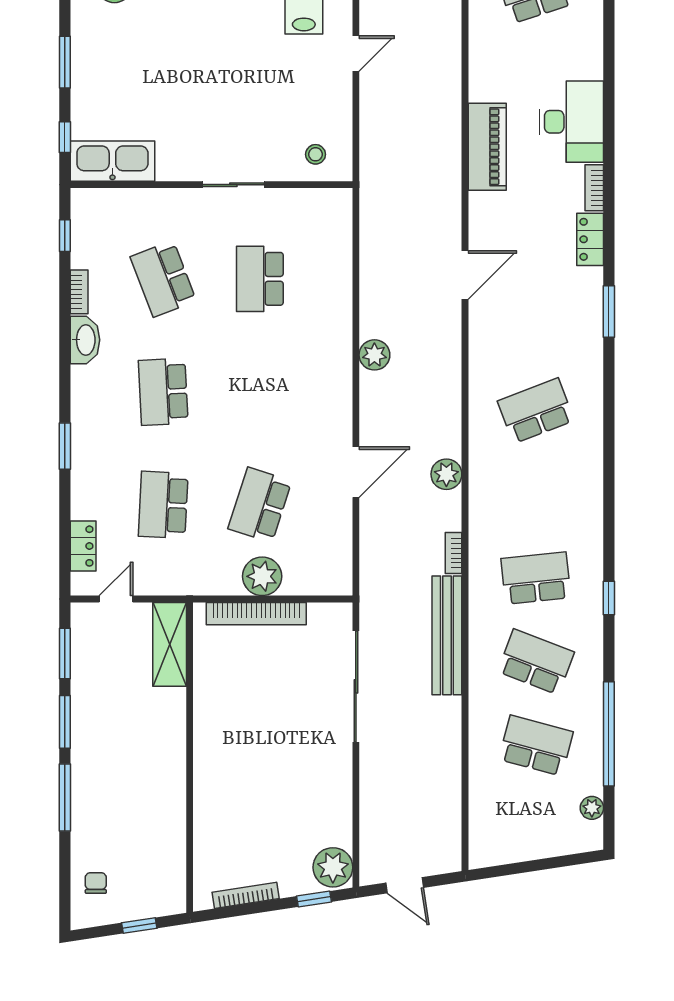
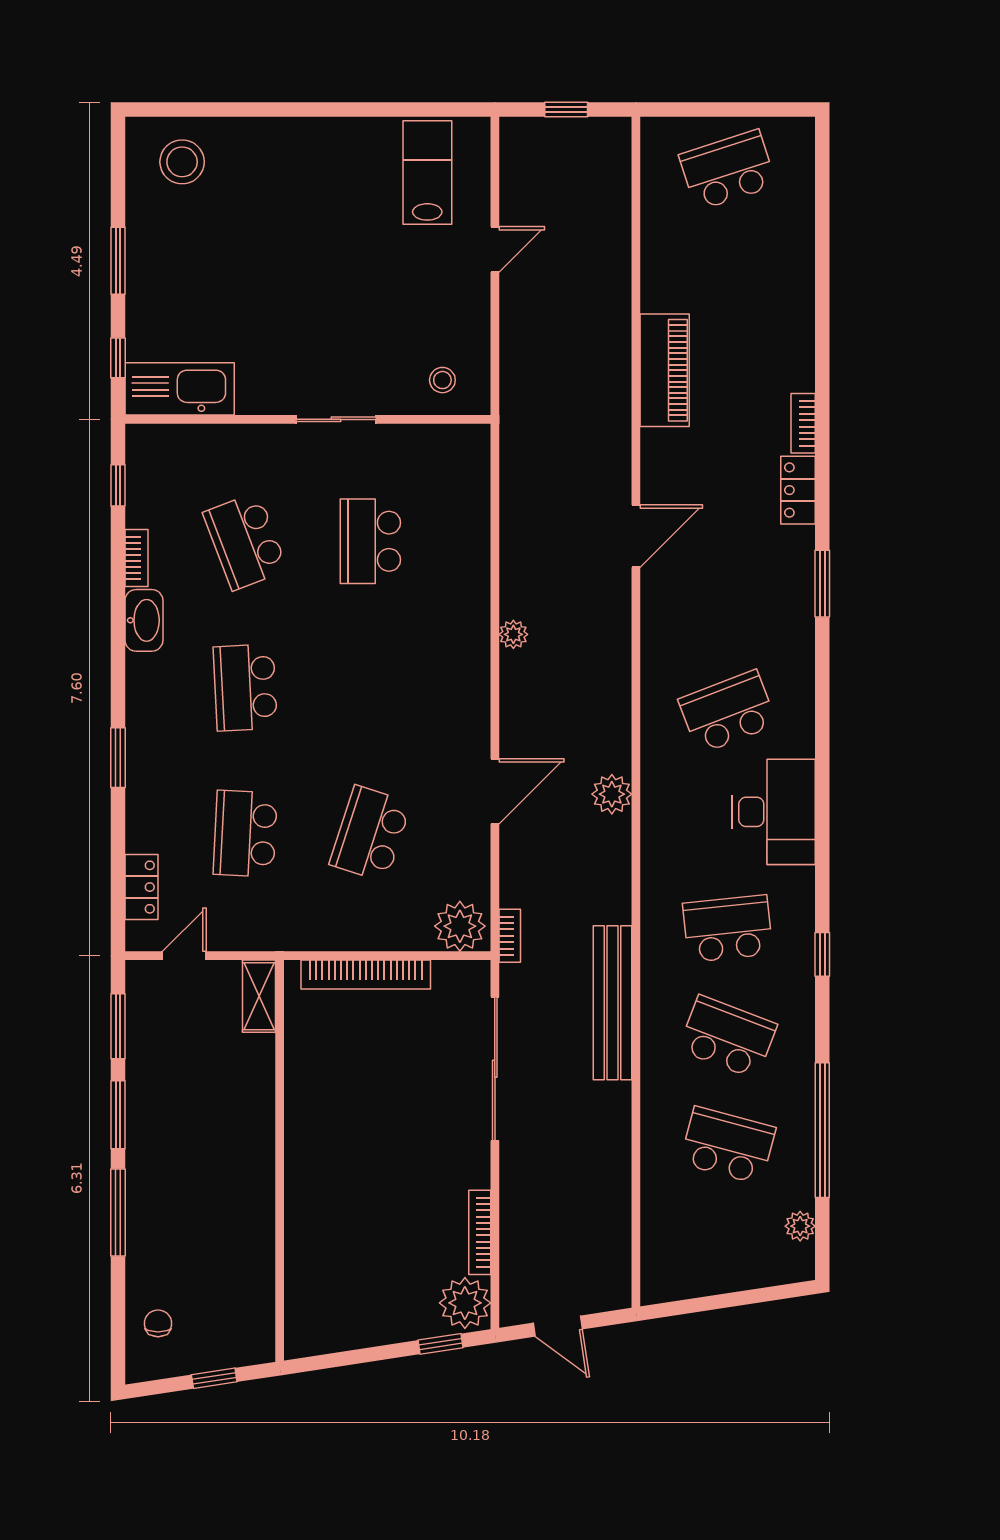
desk: (571, 122) -> (774, 812), moved
plant: (374, 355) -> (513, 634), width x0.73, depth x0.73
bookcase: (453, 553) -> (510, 936), moved, turned 180
plant: (262, 576) -> (460, 926), moved
shelving: (170, 644) -> (259, 996), width x0.67, depth x0.75
bookcase: (246, 895) -> (480, 1232), moved, turned -81

